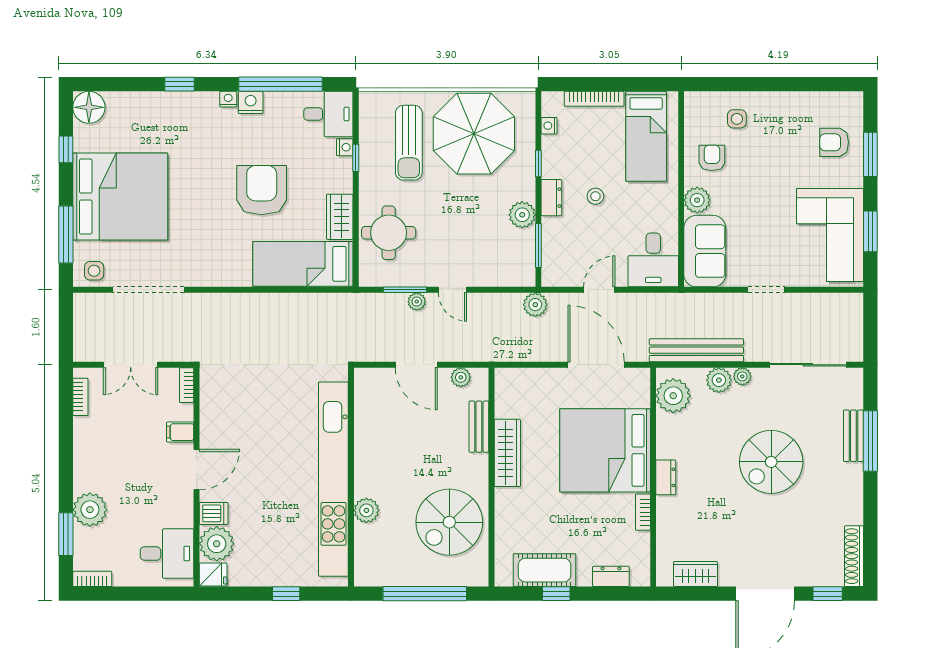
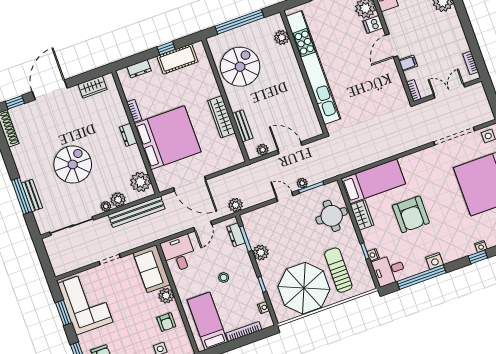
nightstand: (228, 99) -> (481, 246), moved
dresser: (551, 198) -> (236, 235), moved
plant: (366, 510) -> (282, 37), moved

